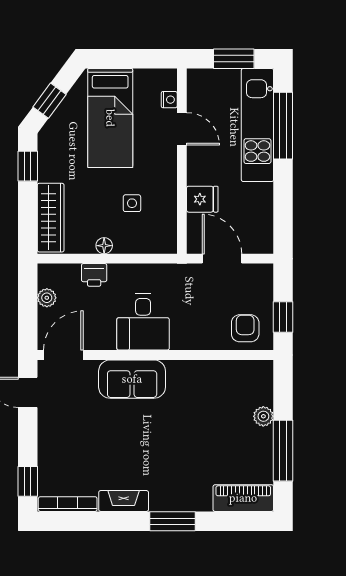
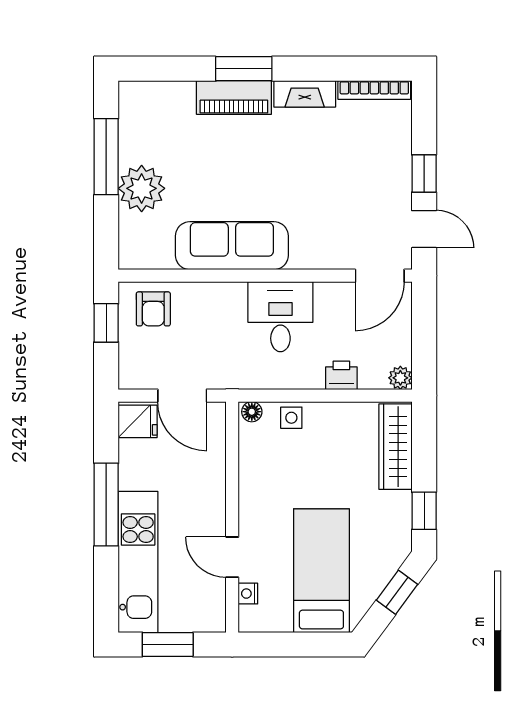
window: (283, 126) -> (106, 505), moved
fridge: (202, 199) -> (138, 421), moved, turned 180
side table: (132, 203) -> (291, 418), moved
floor lamp: (104, 246) -> (252, 412), moved
plant: (47, 298) -> (400, 378), moved
sofa: (132, 379) -> (232, 246), moved, width x1.36
plant: (263, 416) -> (142, 188), width x1.87, depth x1.87
window: (28, 481) -> (424, 174), moved
piano: (243, 498) -> (234, 98), moved

